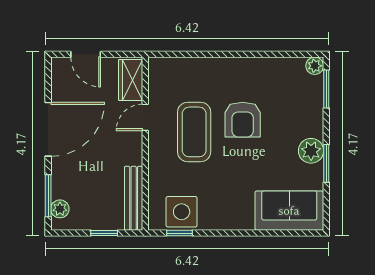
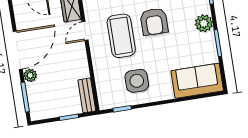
plant: (311, 151) -> (204, 23), moved
bench: (134, 198) -> (87, 95), width x0.73
plant: (60, 209) -> (30, 75), moved
side table: (182, 212) -> (137, 81), moved

